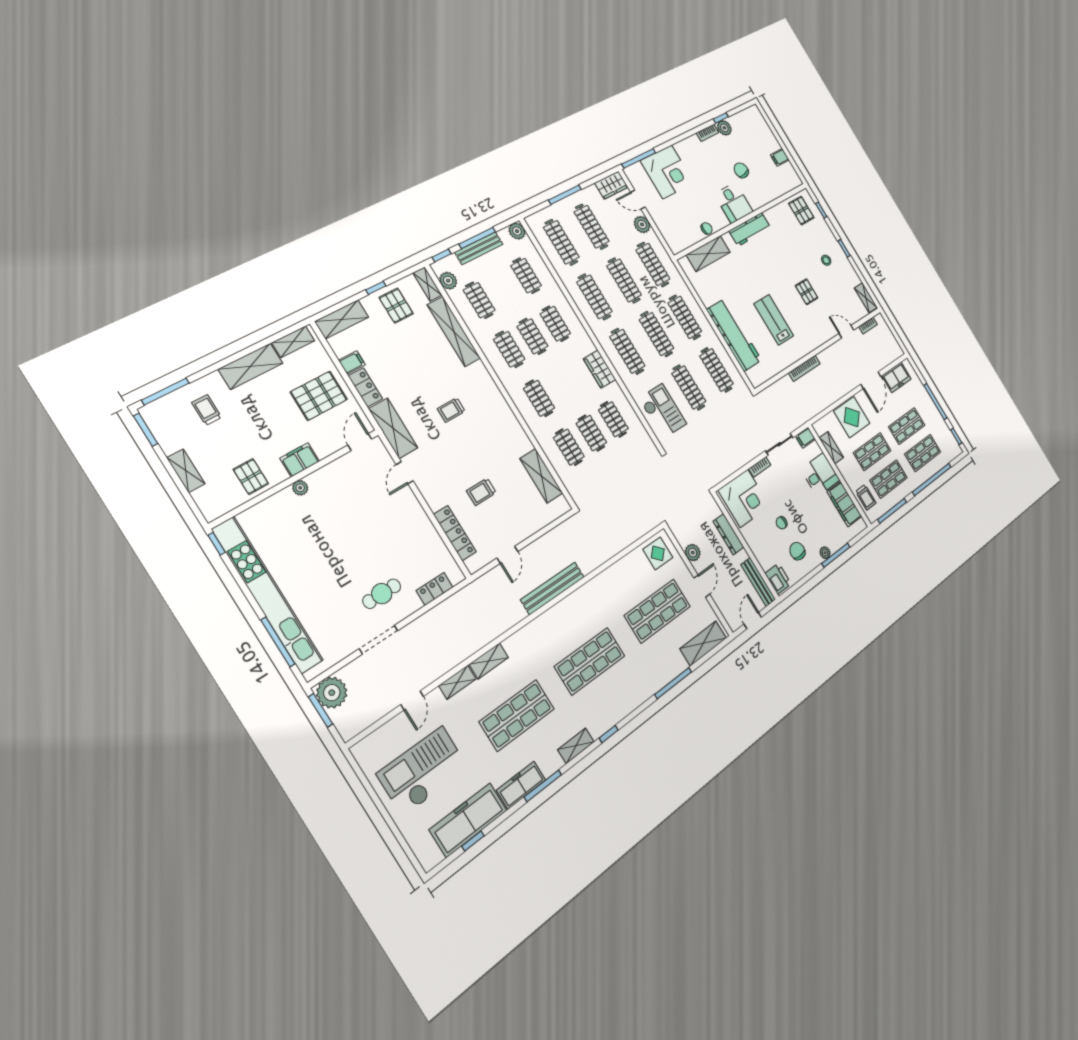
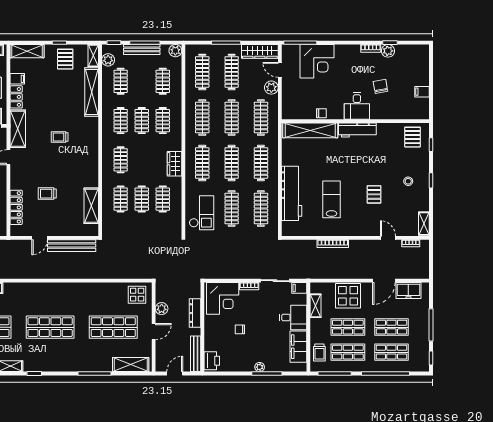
wardrobe: (611, 185) -> (260, 51), width x1.50
shelving: (708, 254) -> (310, 130), width x1.47
chair: (797, 551) -> (239, 353), removed
bench: (552, 588) -> (72, 246), moved

